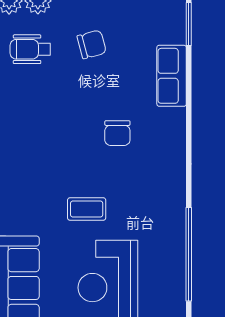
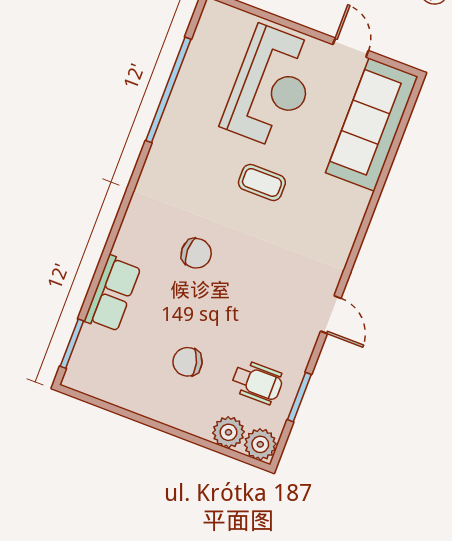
chair: (117, 133) -> (196, 253), turned 90

